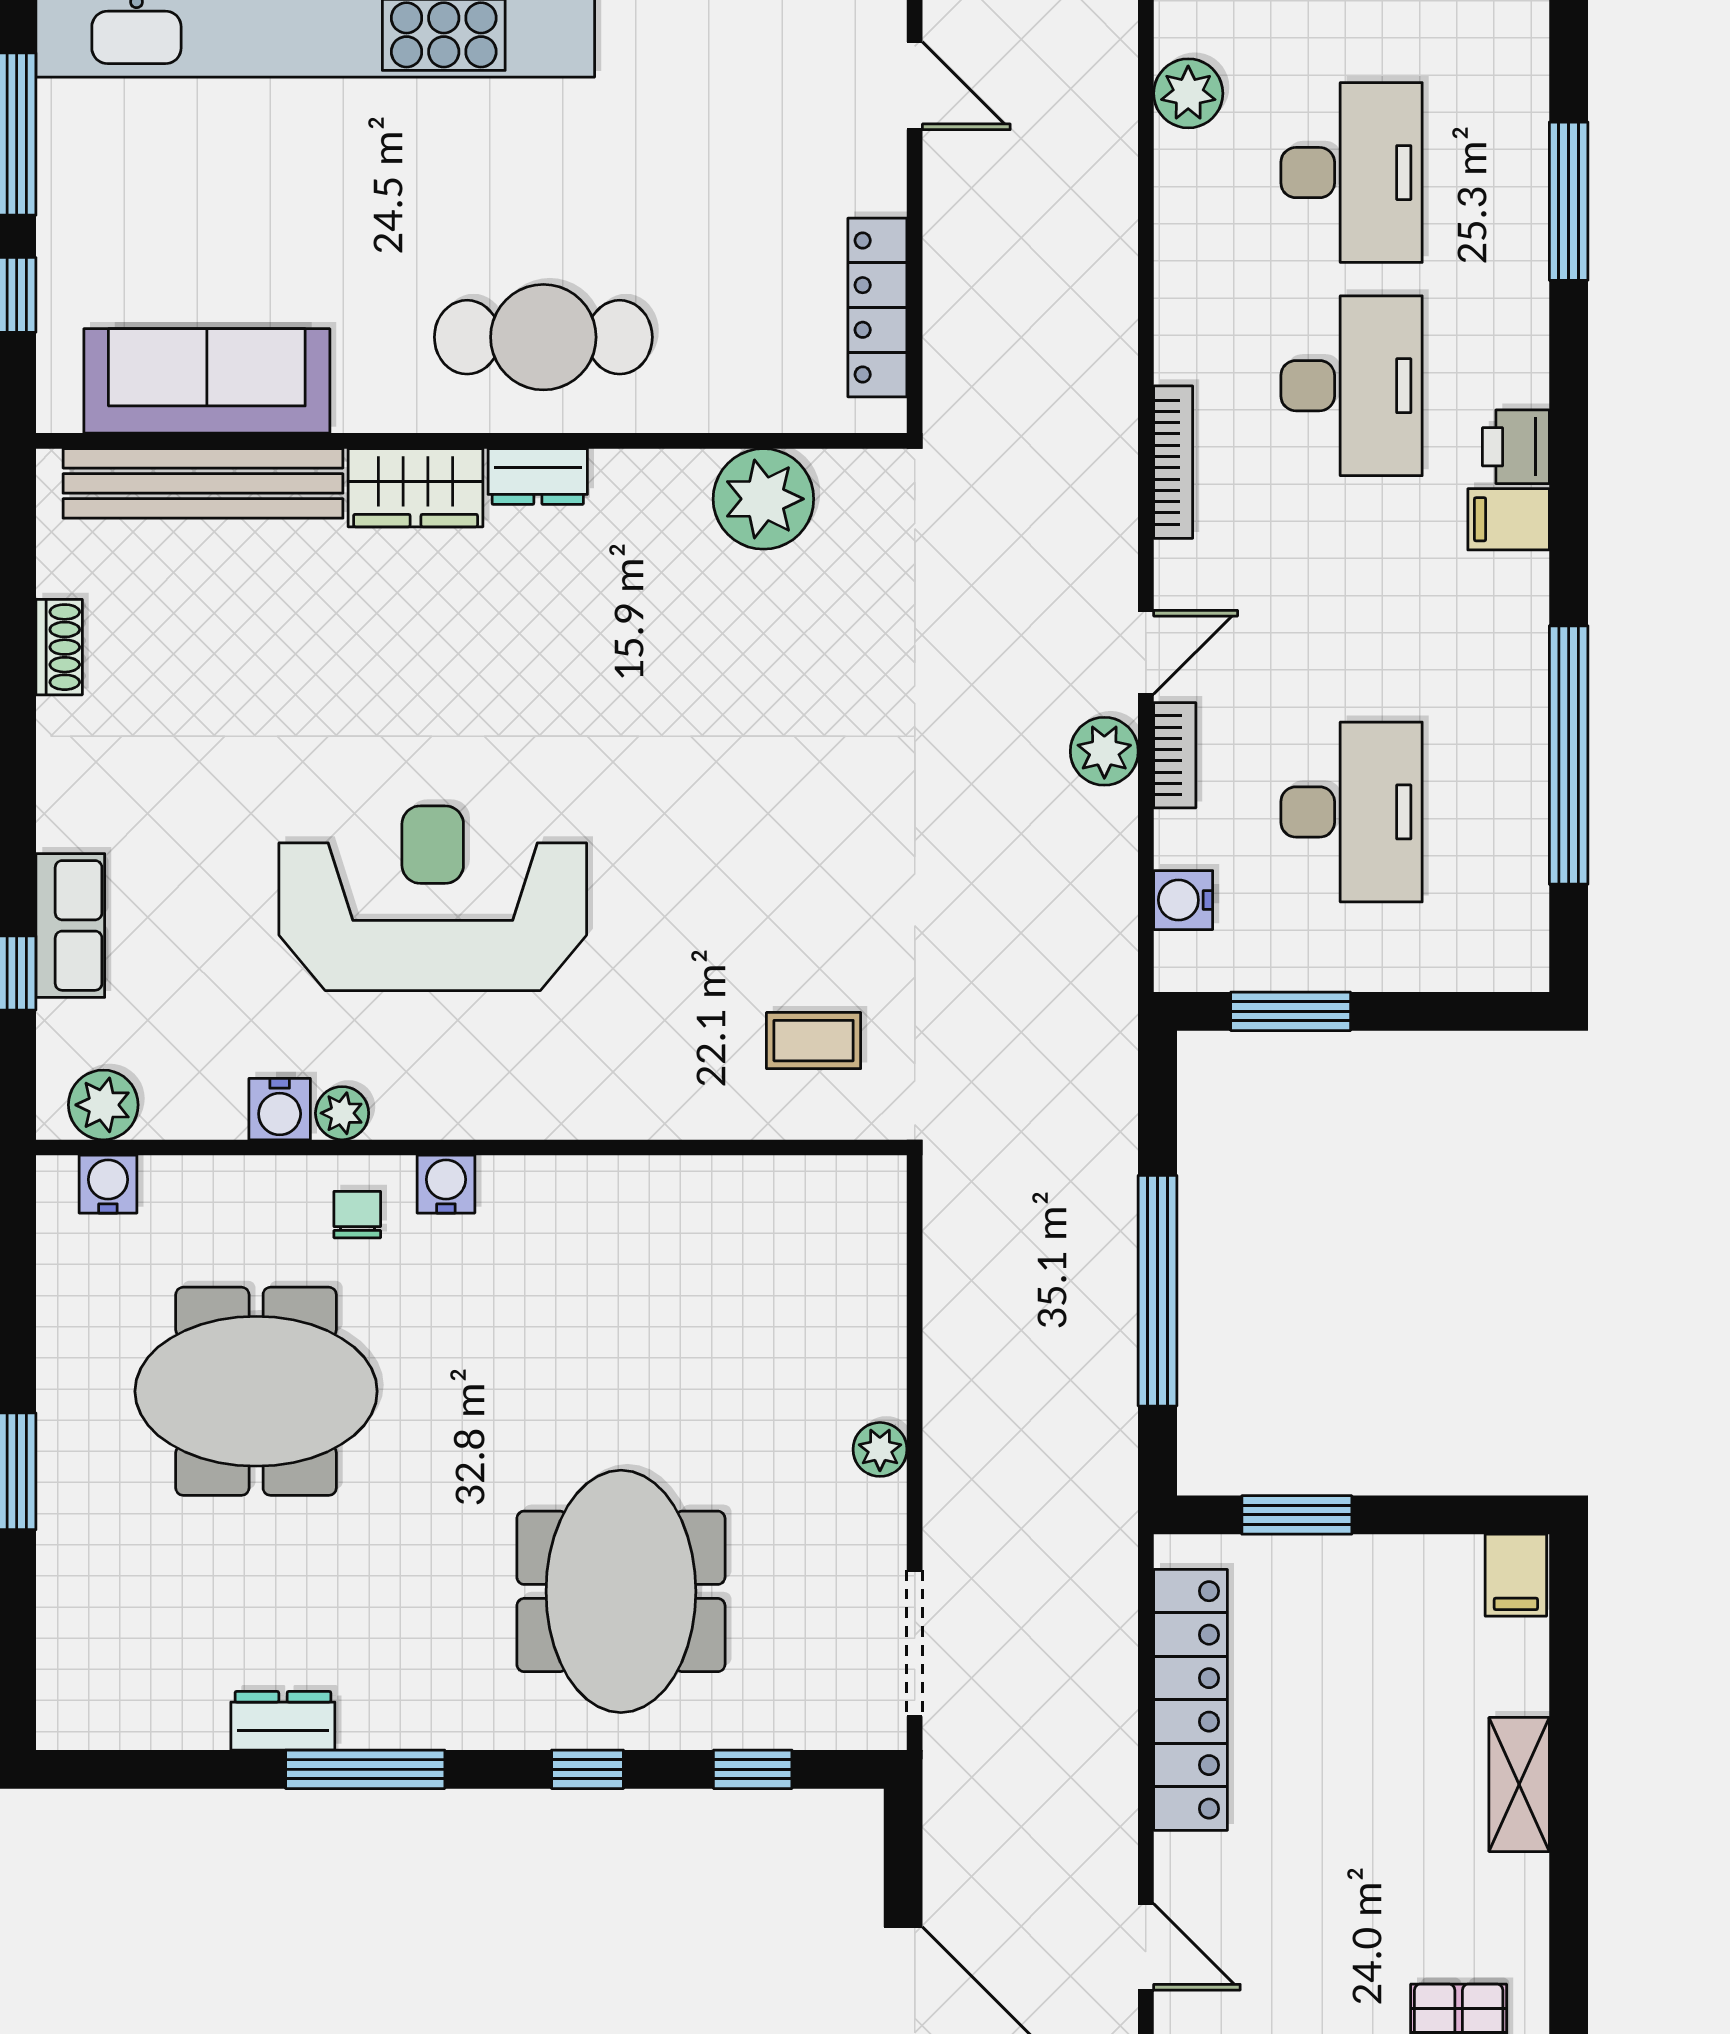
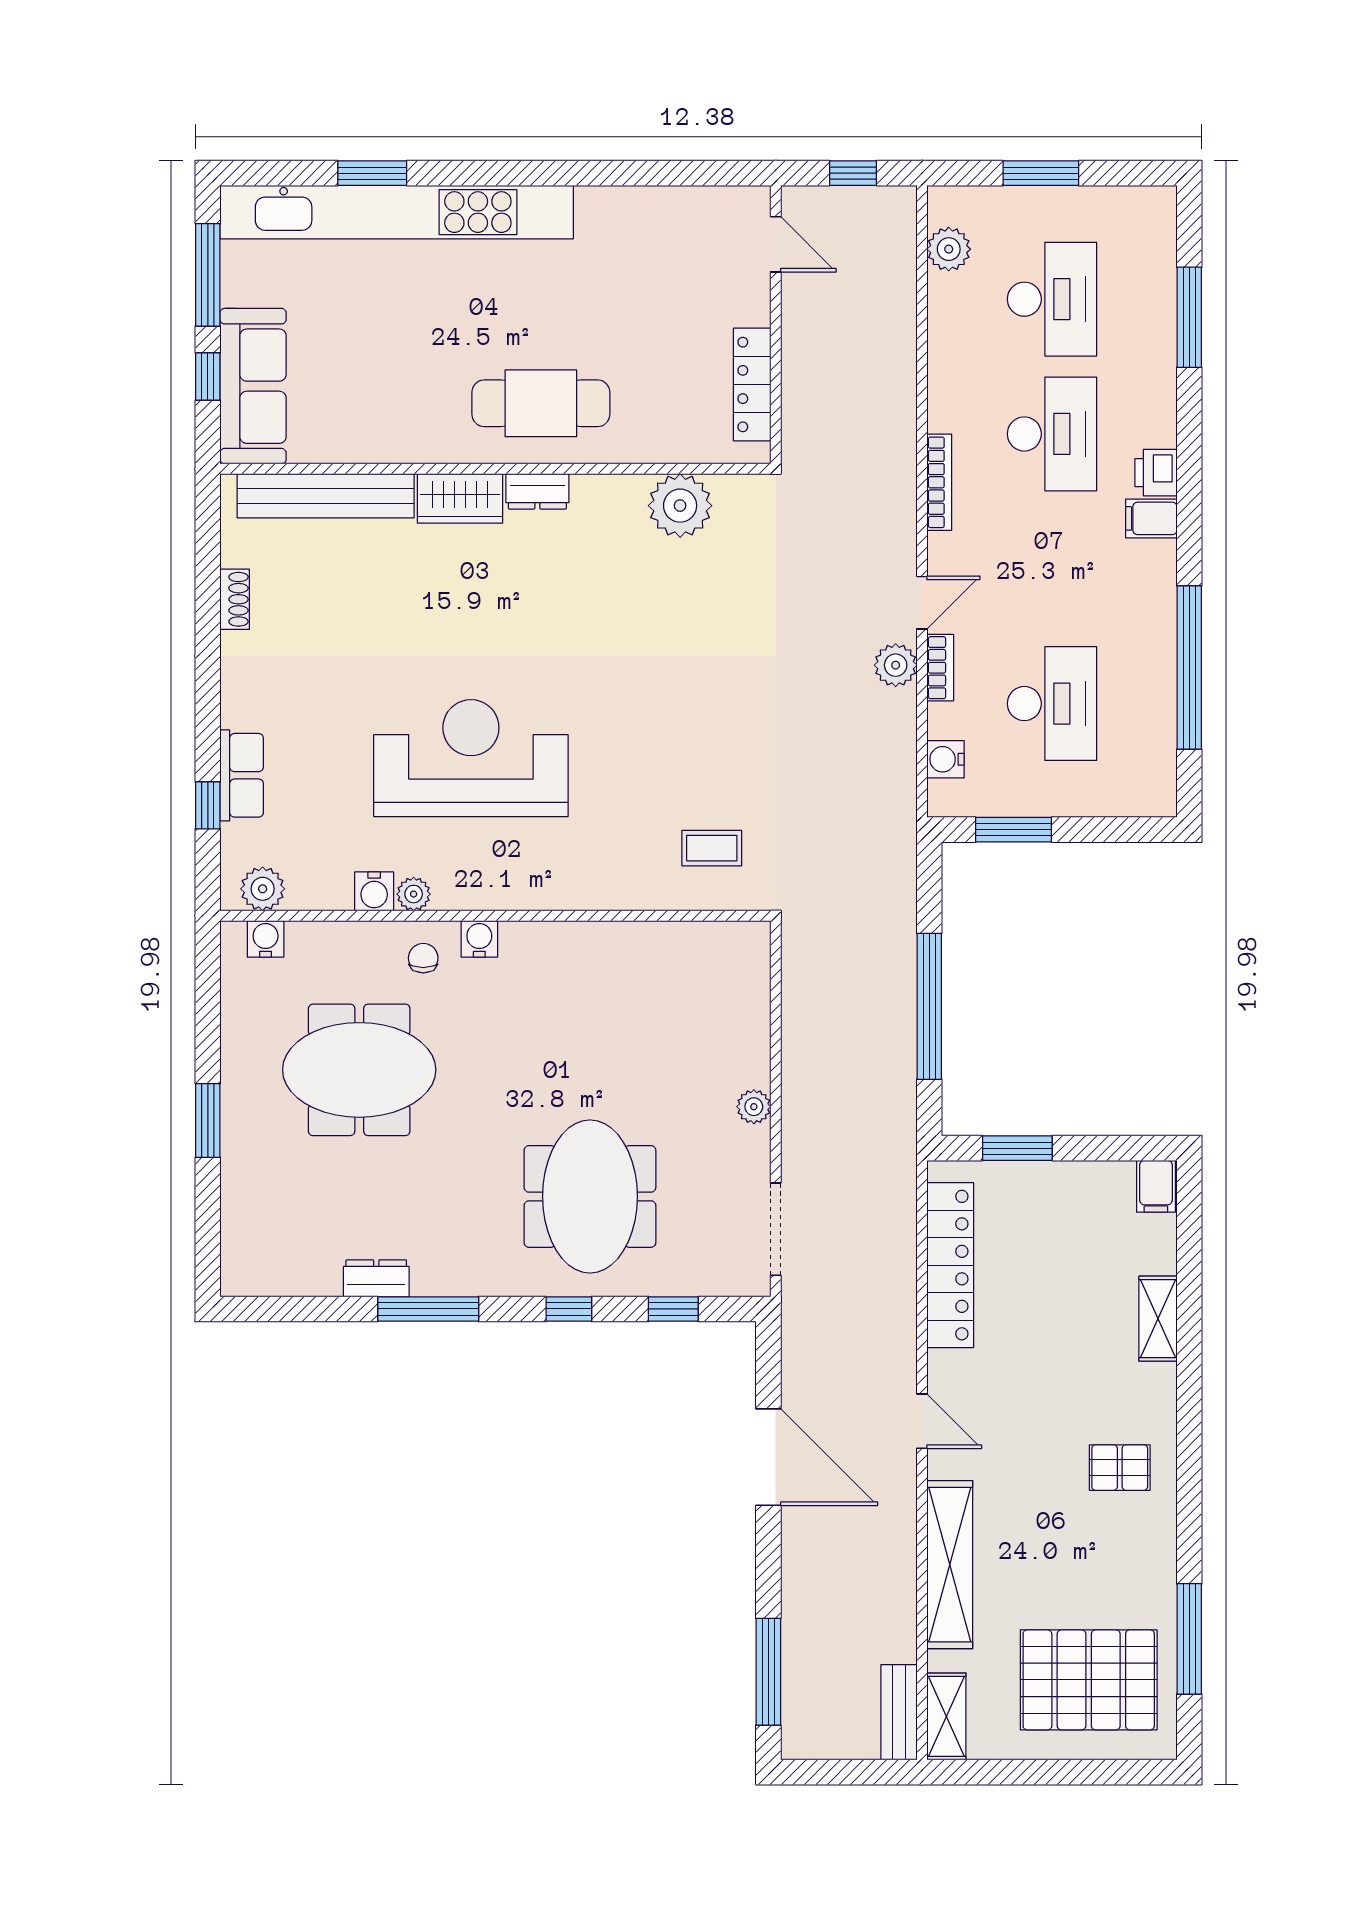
sofa: (207, 381) -> (253, 386), moved, turned 90

